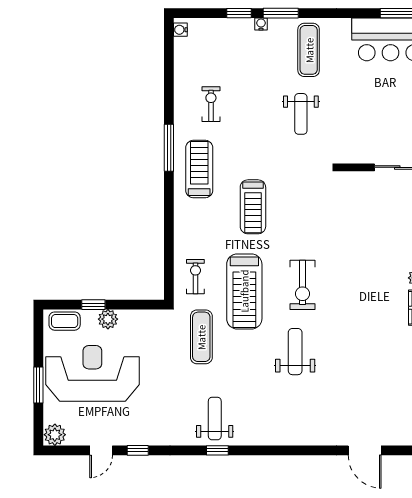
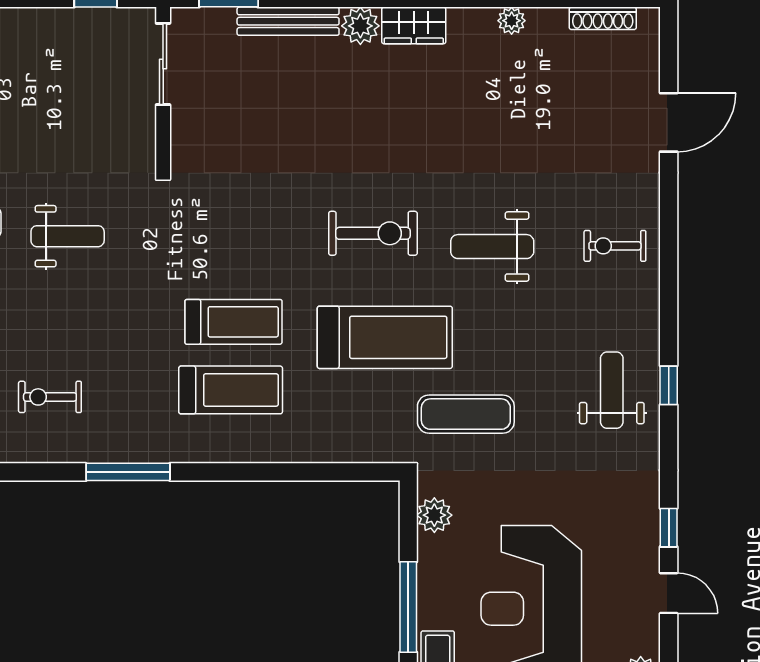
treadmill: (199, 169) -> (231, 390), moved, turned 180
exercise bike: (195, 277) -> (615, 246), moved
window: (93, 305) -> (408, 607), width x2.17
plant: (108, 319) -> (434, 515), moved
weight bench: (215, 419) -> (612, 390), turned 90

